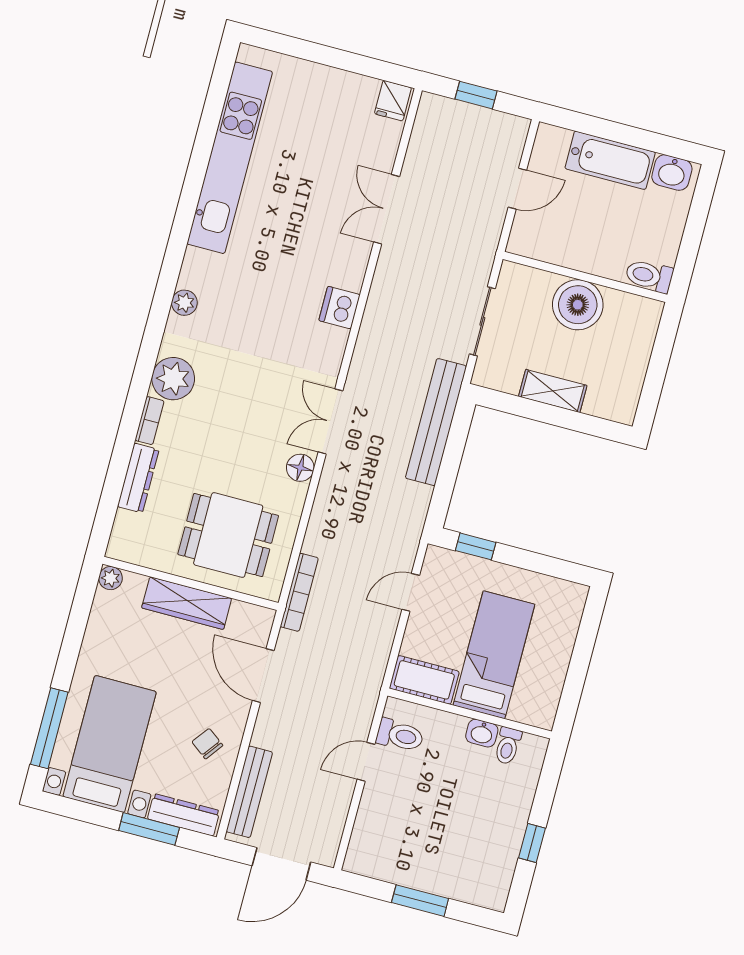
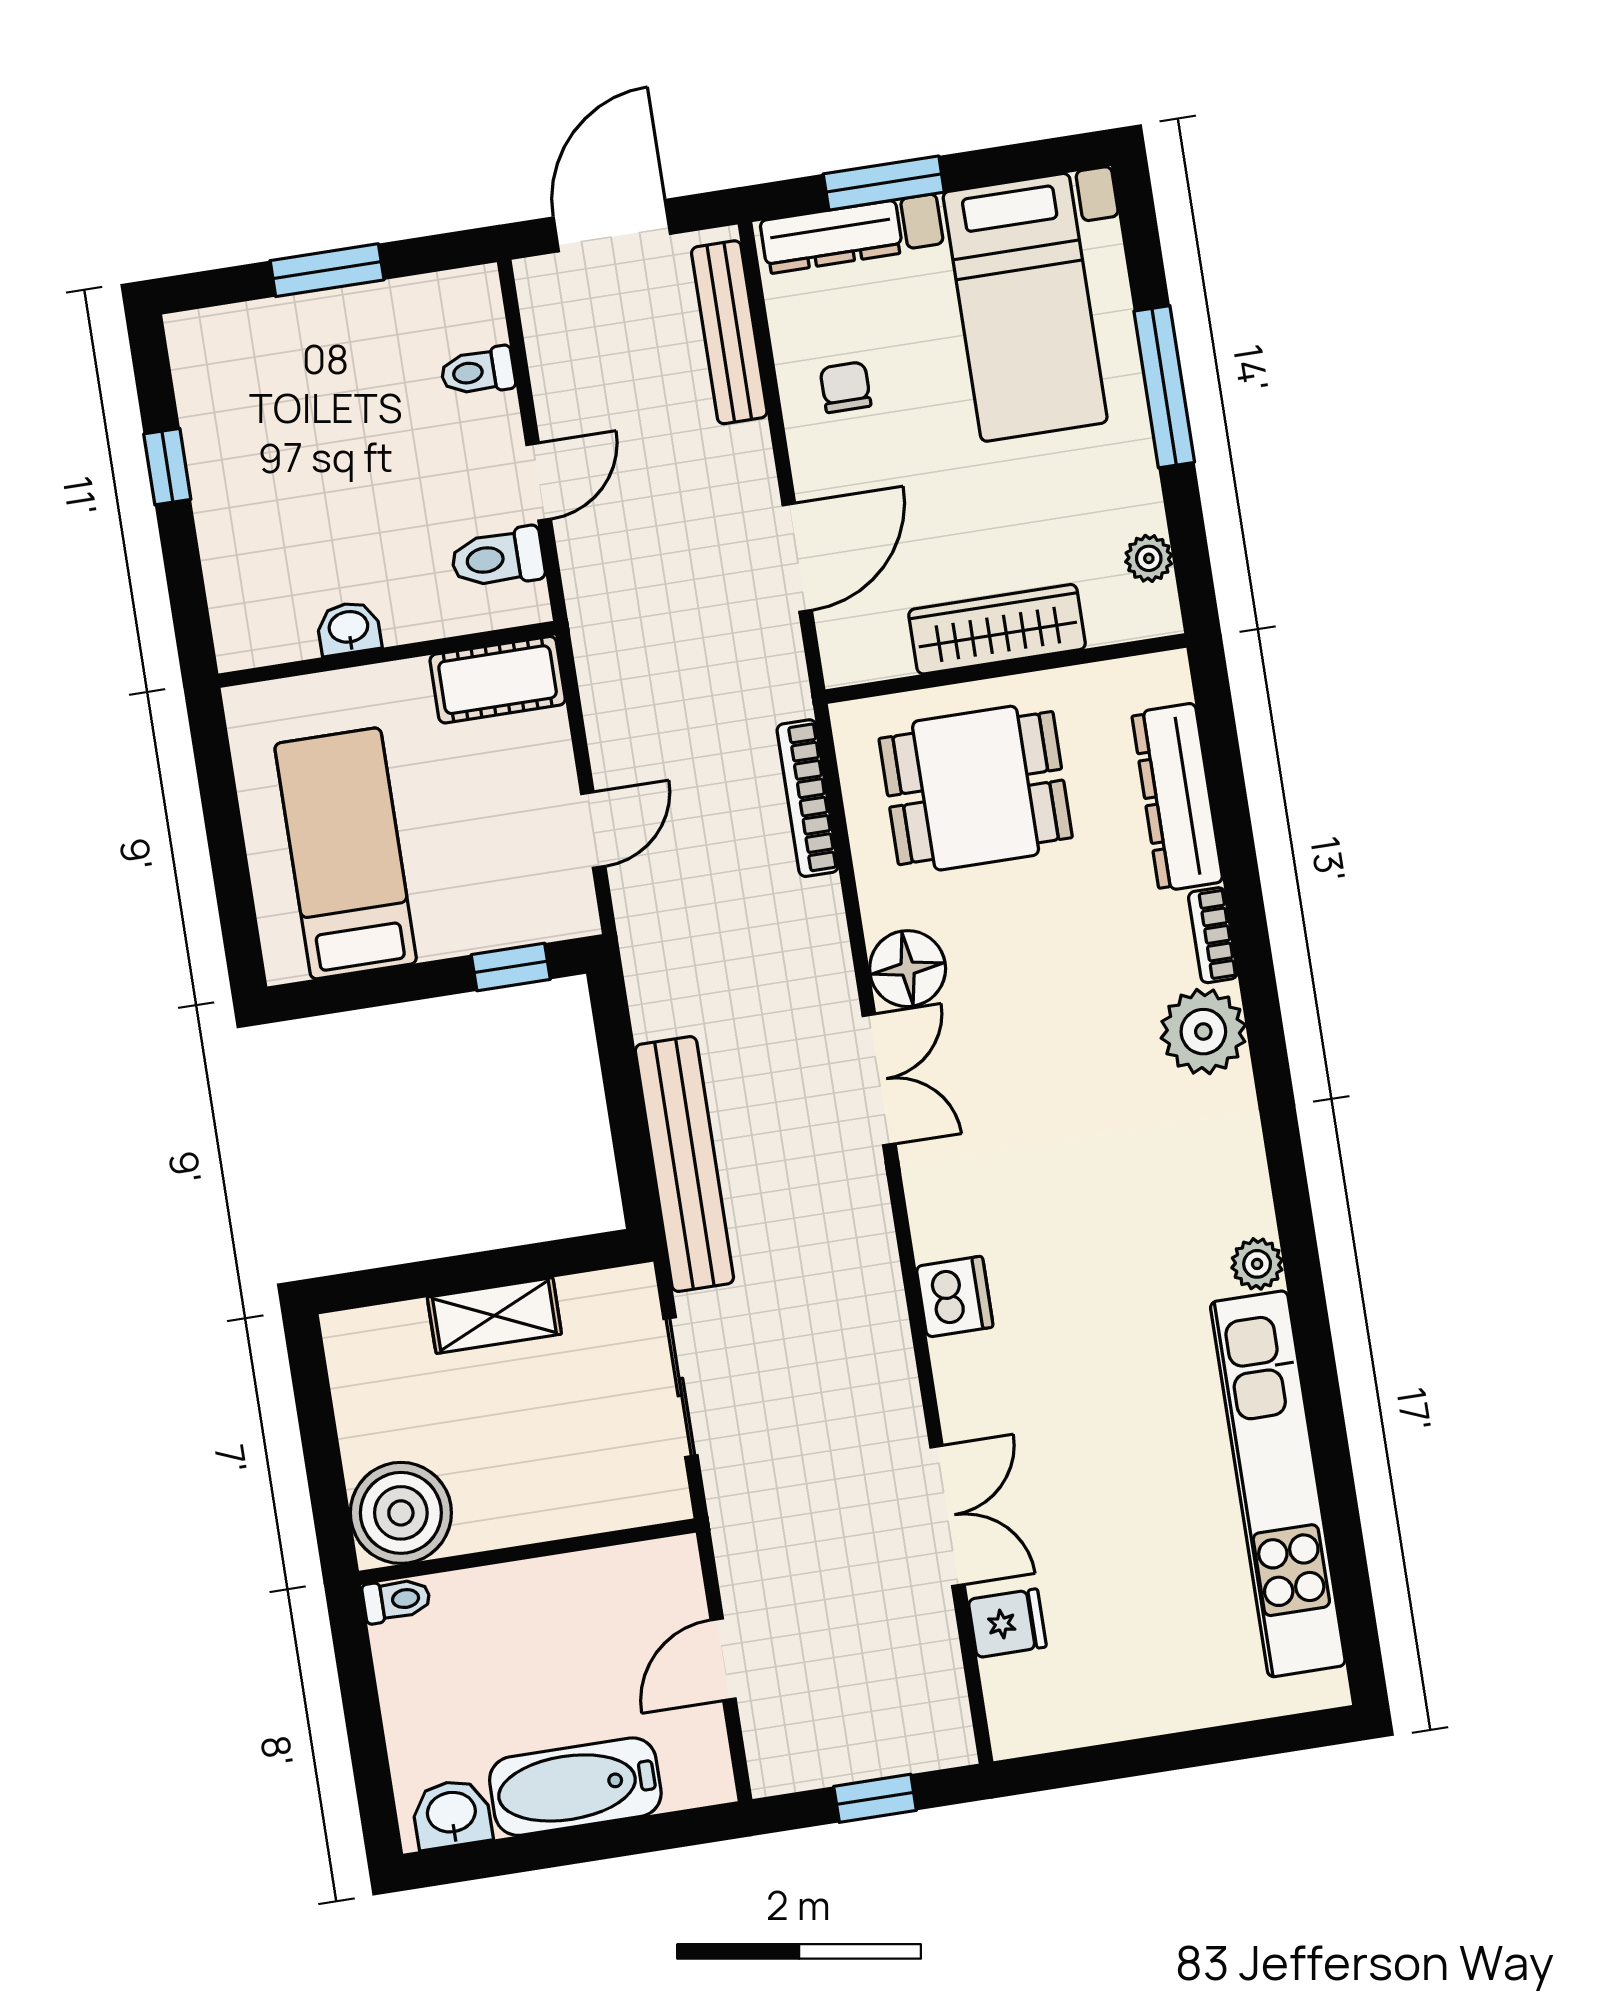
fridge: (393, 101) -> (1007, 1623), moved, turned 90
toilet: (649, 276) -> (396, 1600), width x0.73, depth x0.72
plant: (184, 303) -> (1257, 1264), moved
boiler: (578, 305) -> (401, 1513), moved
floor lamp: (300, 468) -> (908, 969), width x1.38, depth x1.38
dresser: (138, 478) -> (1177, 797), width x1.37, depth x1.24
plant: (111, 578) -> (1149, 558), moved
bookcase: (299, 592) -> (808, 798), moved
bed: (494, 655) -> (346, 853), moved, turned 180
door: (263, 676) -> (797, 558), hinge flipped
window: (49, 728) -> (1164, 387), moved
chair: (207, 744) -> (845, 387), turned -127
toilet: (508, 746) -> (478, 371), moved, turned -90

